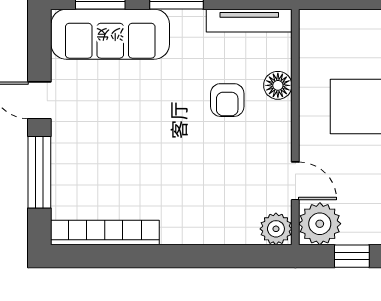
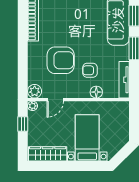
armchair: (204, 168) -> (61, 60), added
plant: (320, 224) -> (33, 106), width x0.53, depth x0.53

